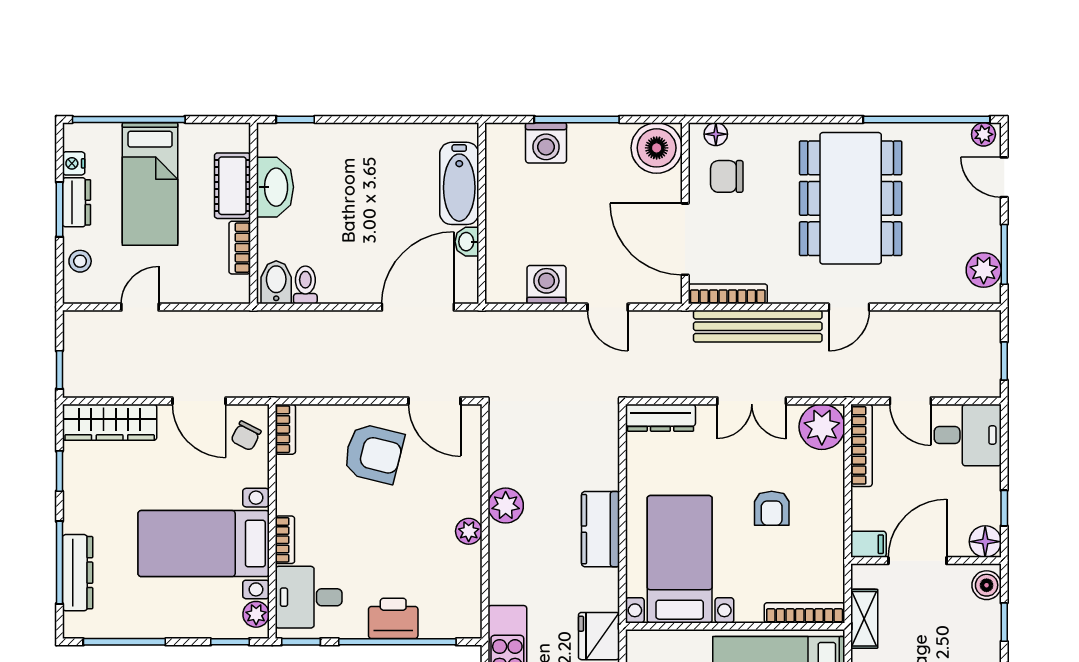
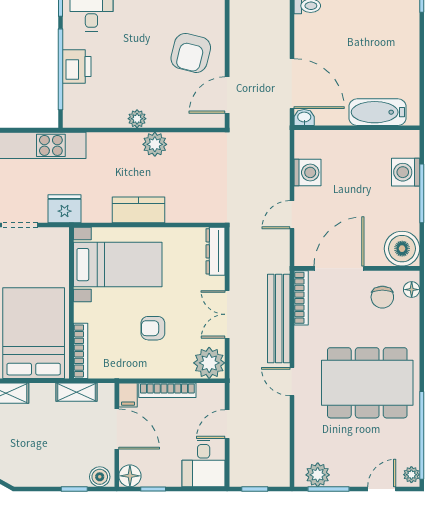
chair: (727, 176) -> (382, 297), turned 180
washbasin: (467, 242) -> (304, 117), moved
bookcase: (861, 445) -> (167, 390), moved

